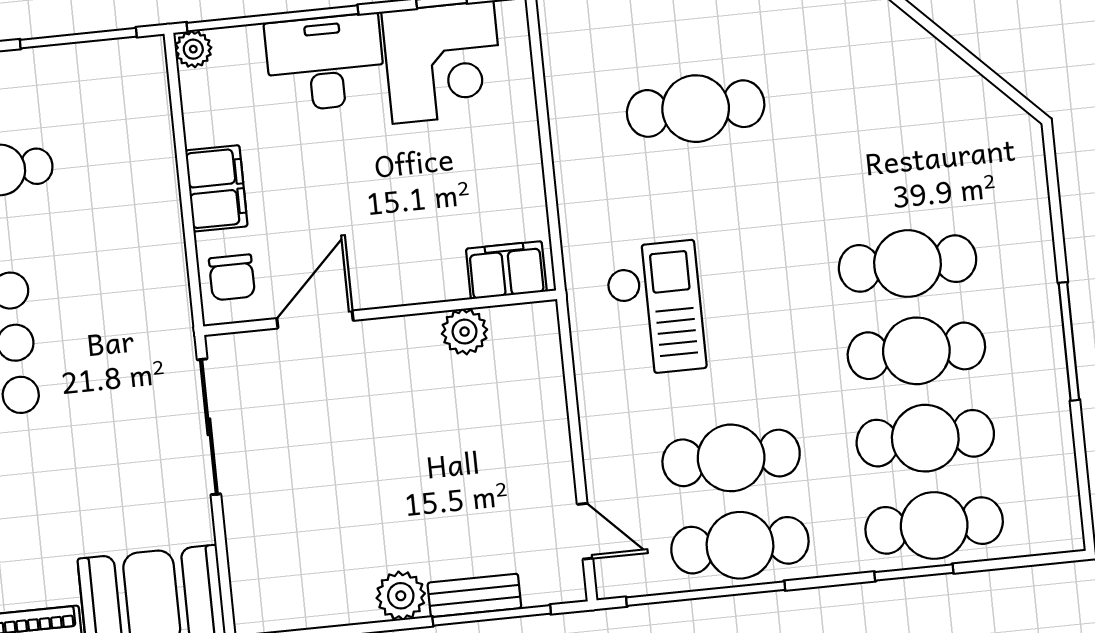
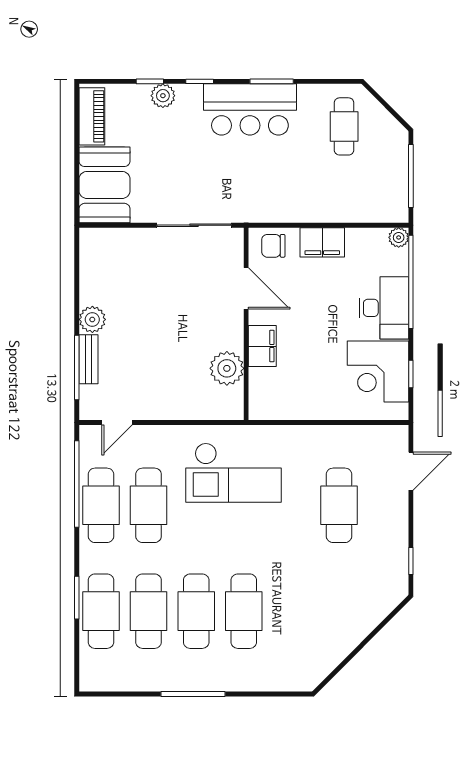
filing cabinet: (506, 270) -> (262, 346), moved
checkout: (655, 308) -> (233, 473), width x1.36, depth x1.21
plant: (465, 332) -> (227, 368), width x1.36, depth x1.36

